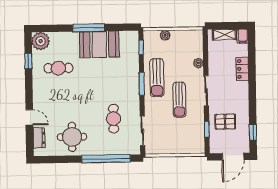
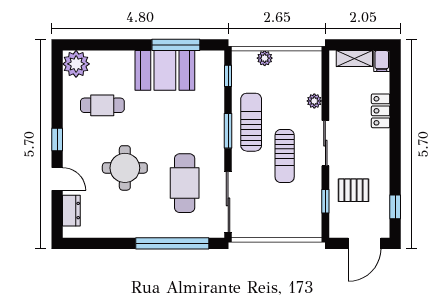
window: (89, 28) -> (176, 45), moved
window: (28, 61) -> (57, 140), moved
sun lounger: (157, 78) -> (251, 122), turned 180
cafe table: (114, 119) -> (185, 183), width x1.37, depth x1.35
sliding door: (142, 131) -> (228, 202), width x1.37
round table: (72, 137) -> (125, 168), moved

